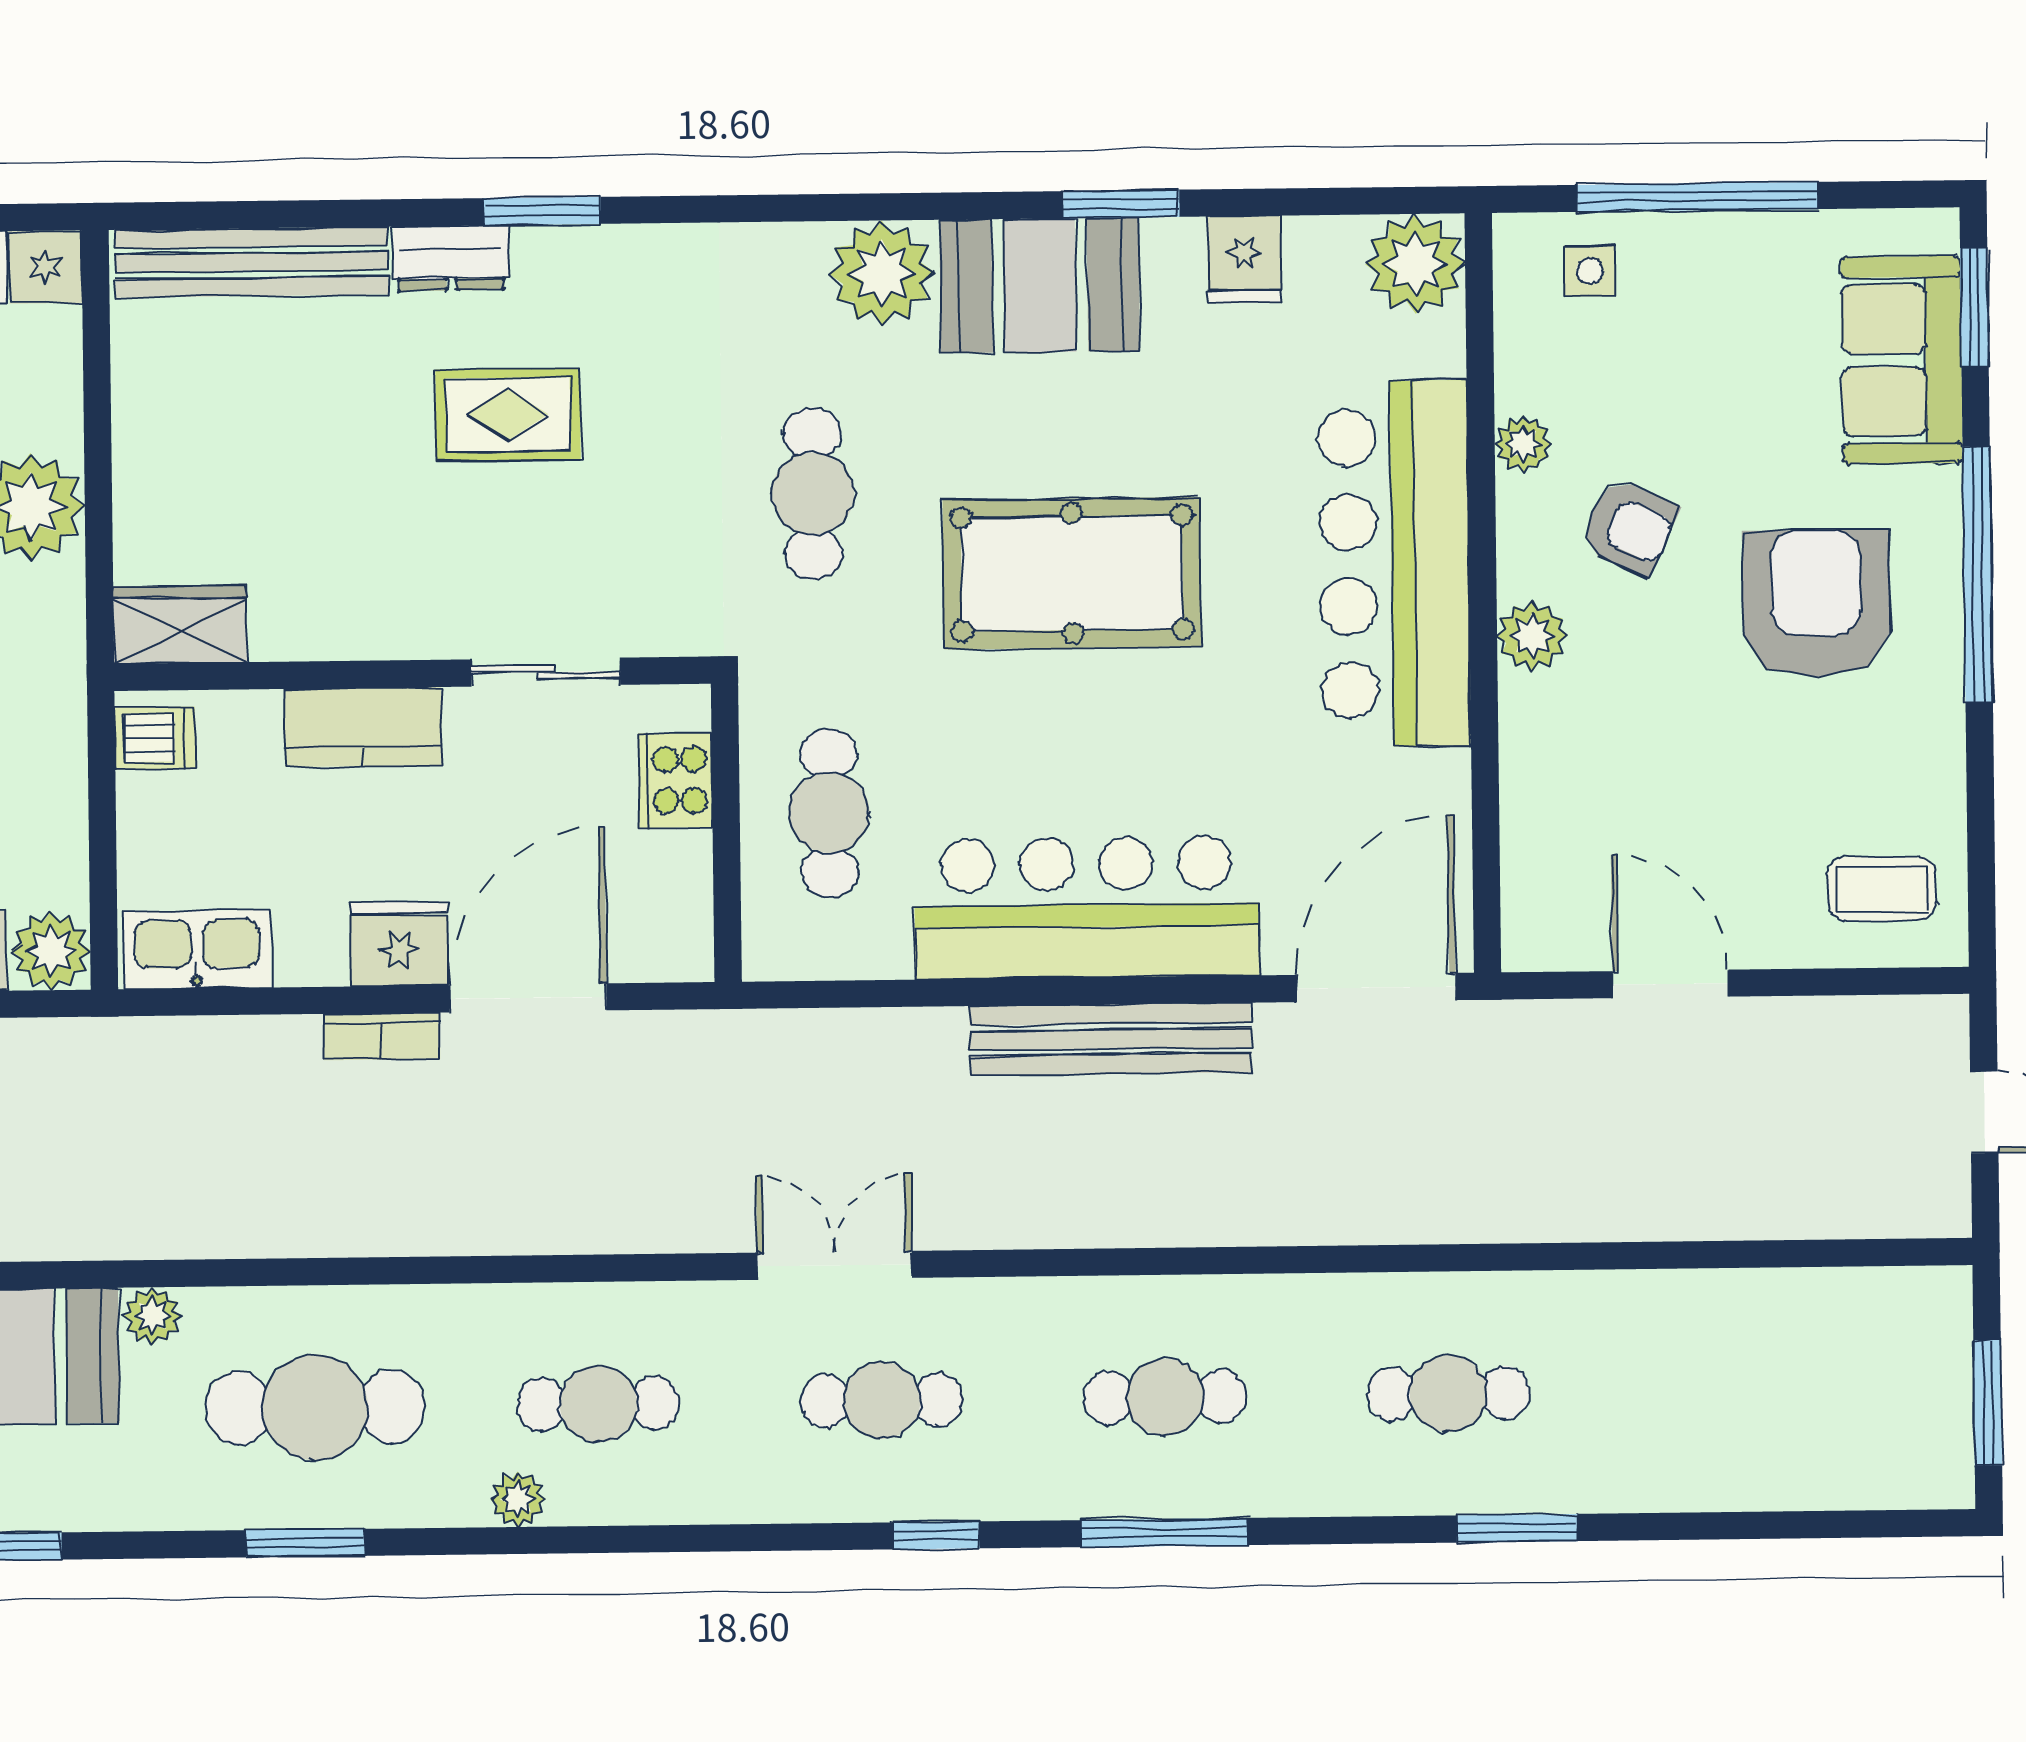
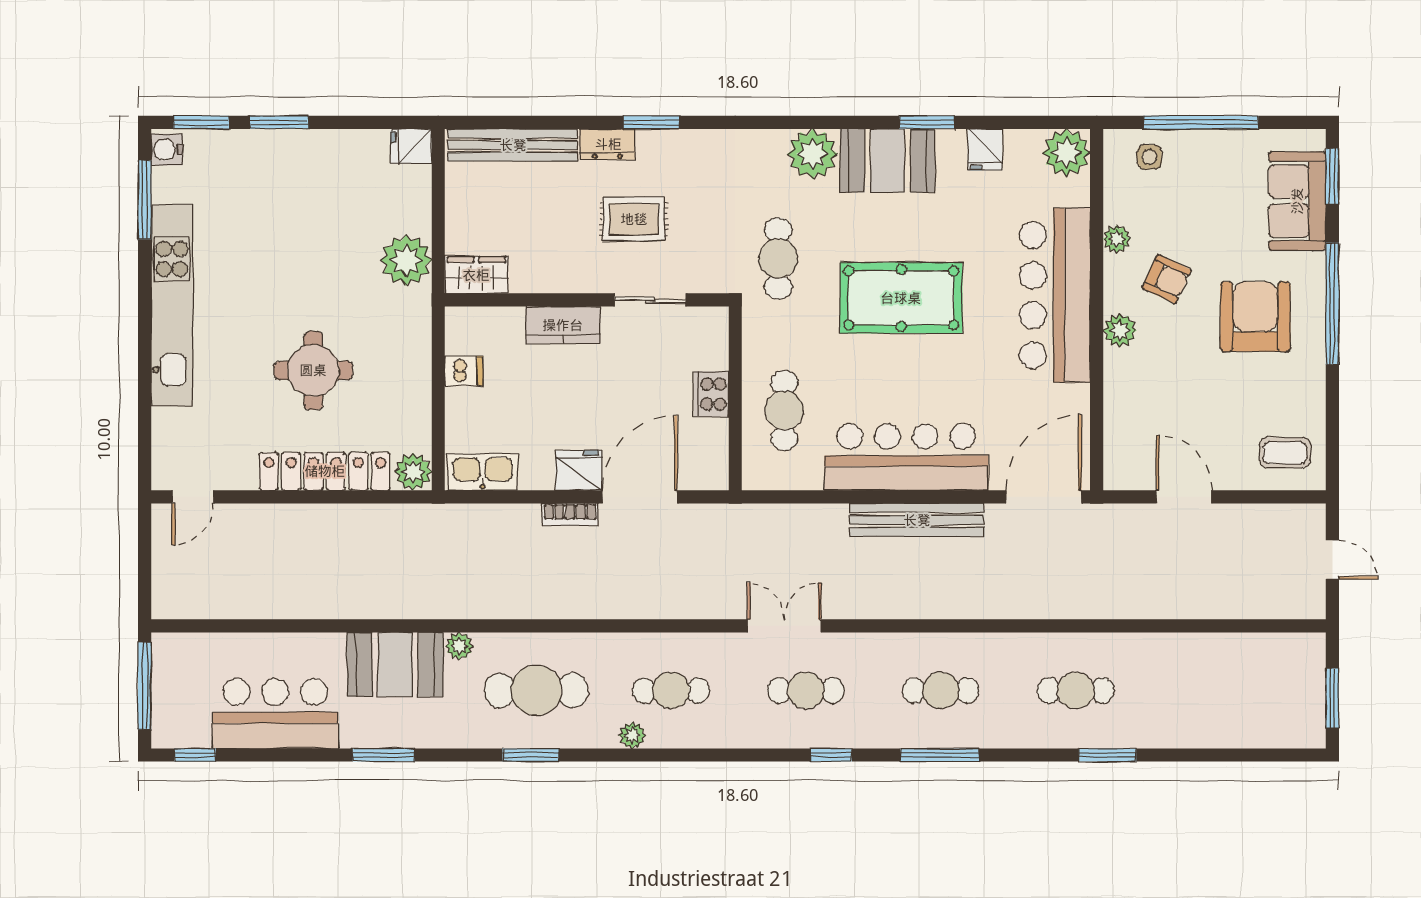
wardrobe: (180, 624) -> (476, 275), moved
sliding door: (546, 672) -> (650, 300), moved
wall: (412, 674) -> (587, 300), moved
kitchen counter: (363, 727) -> (563, 325), moved

